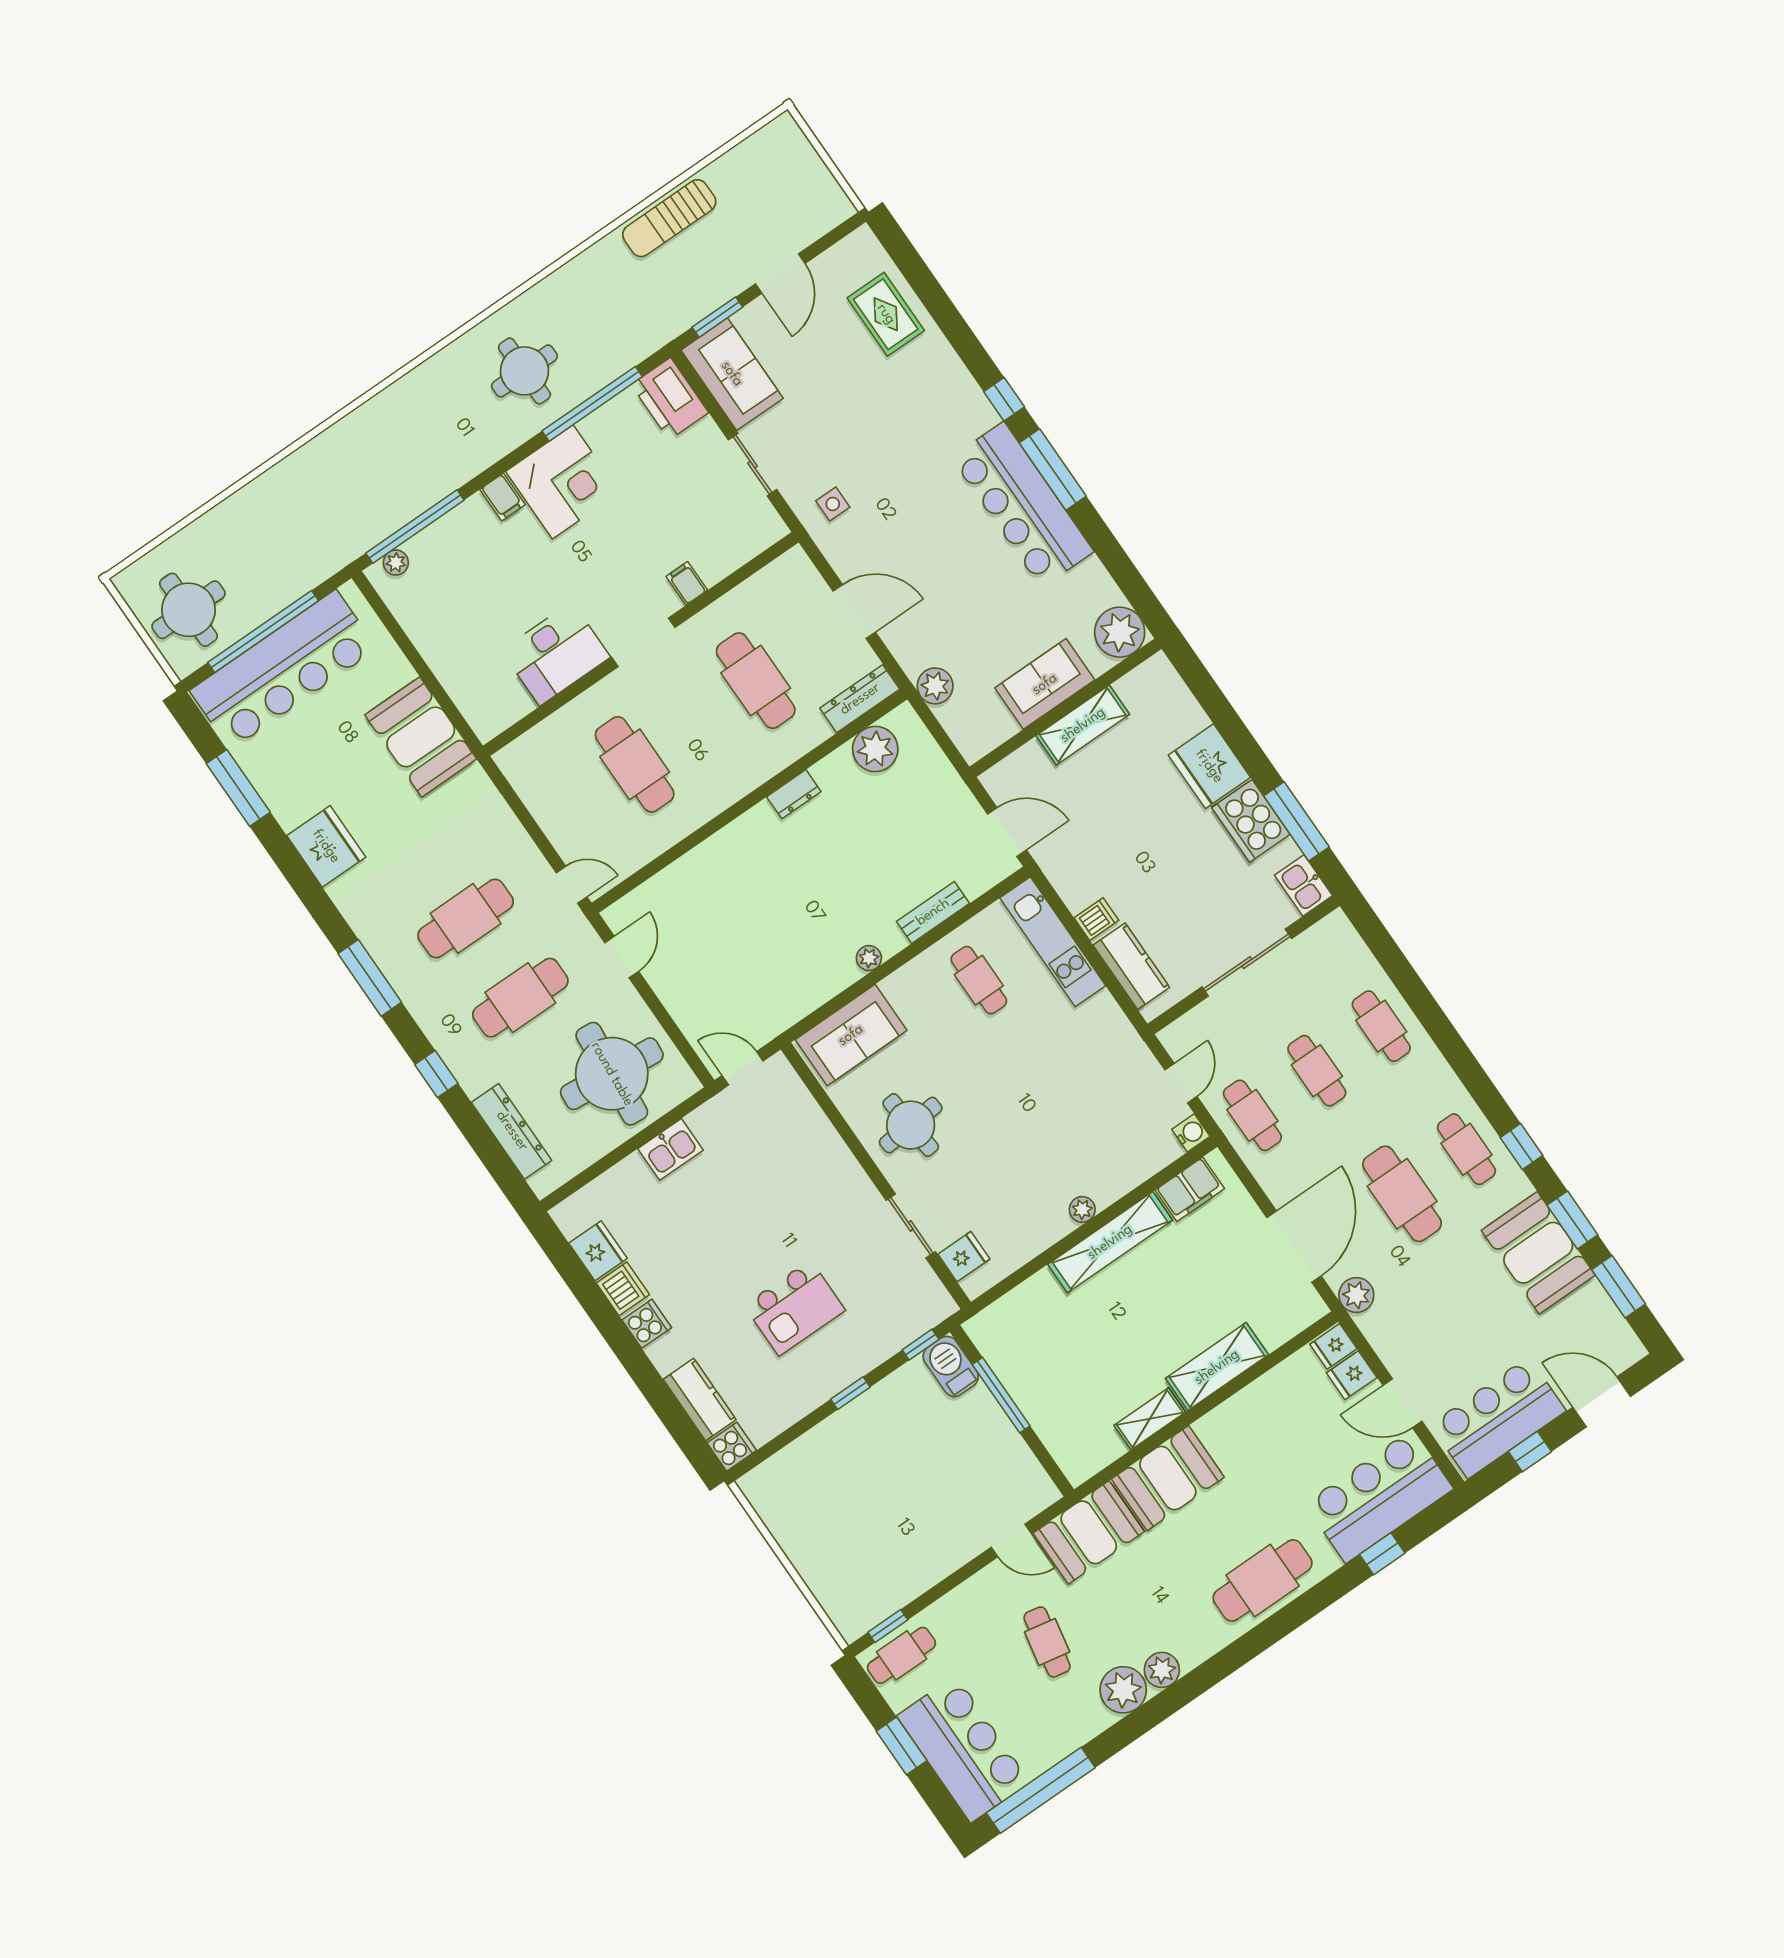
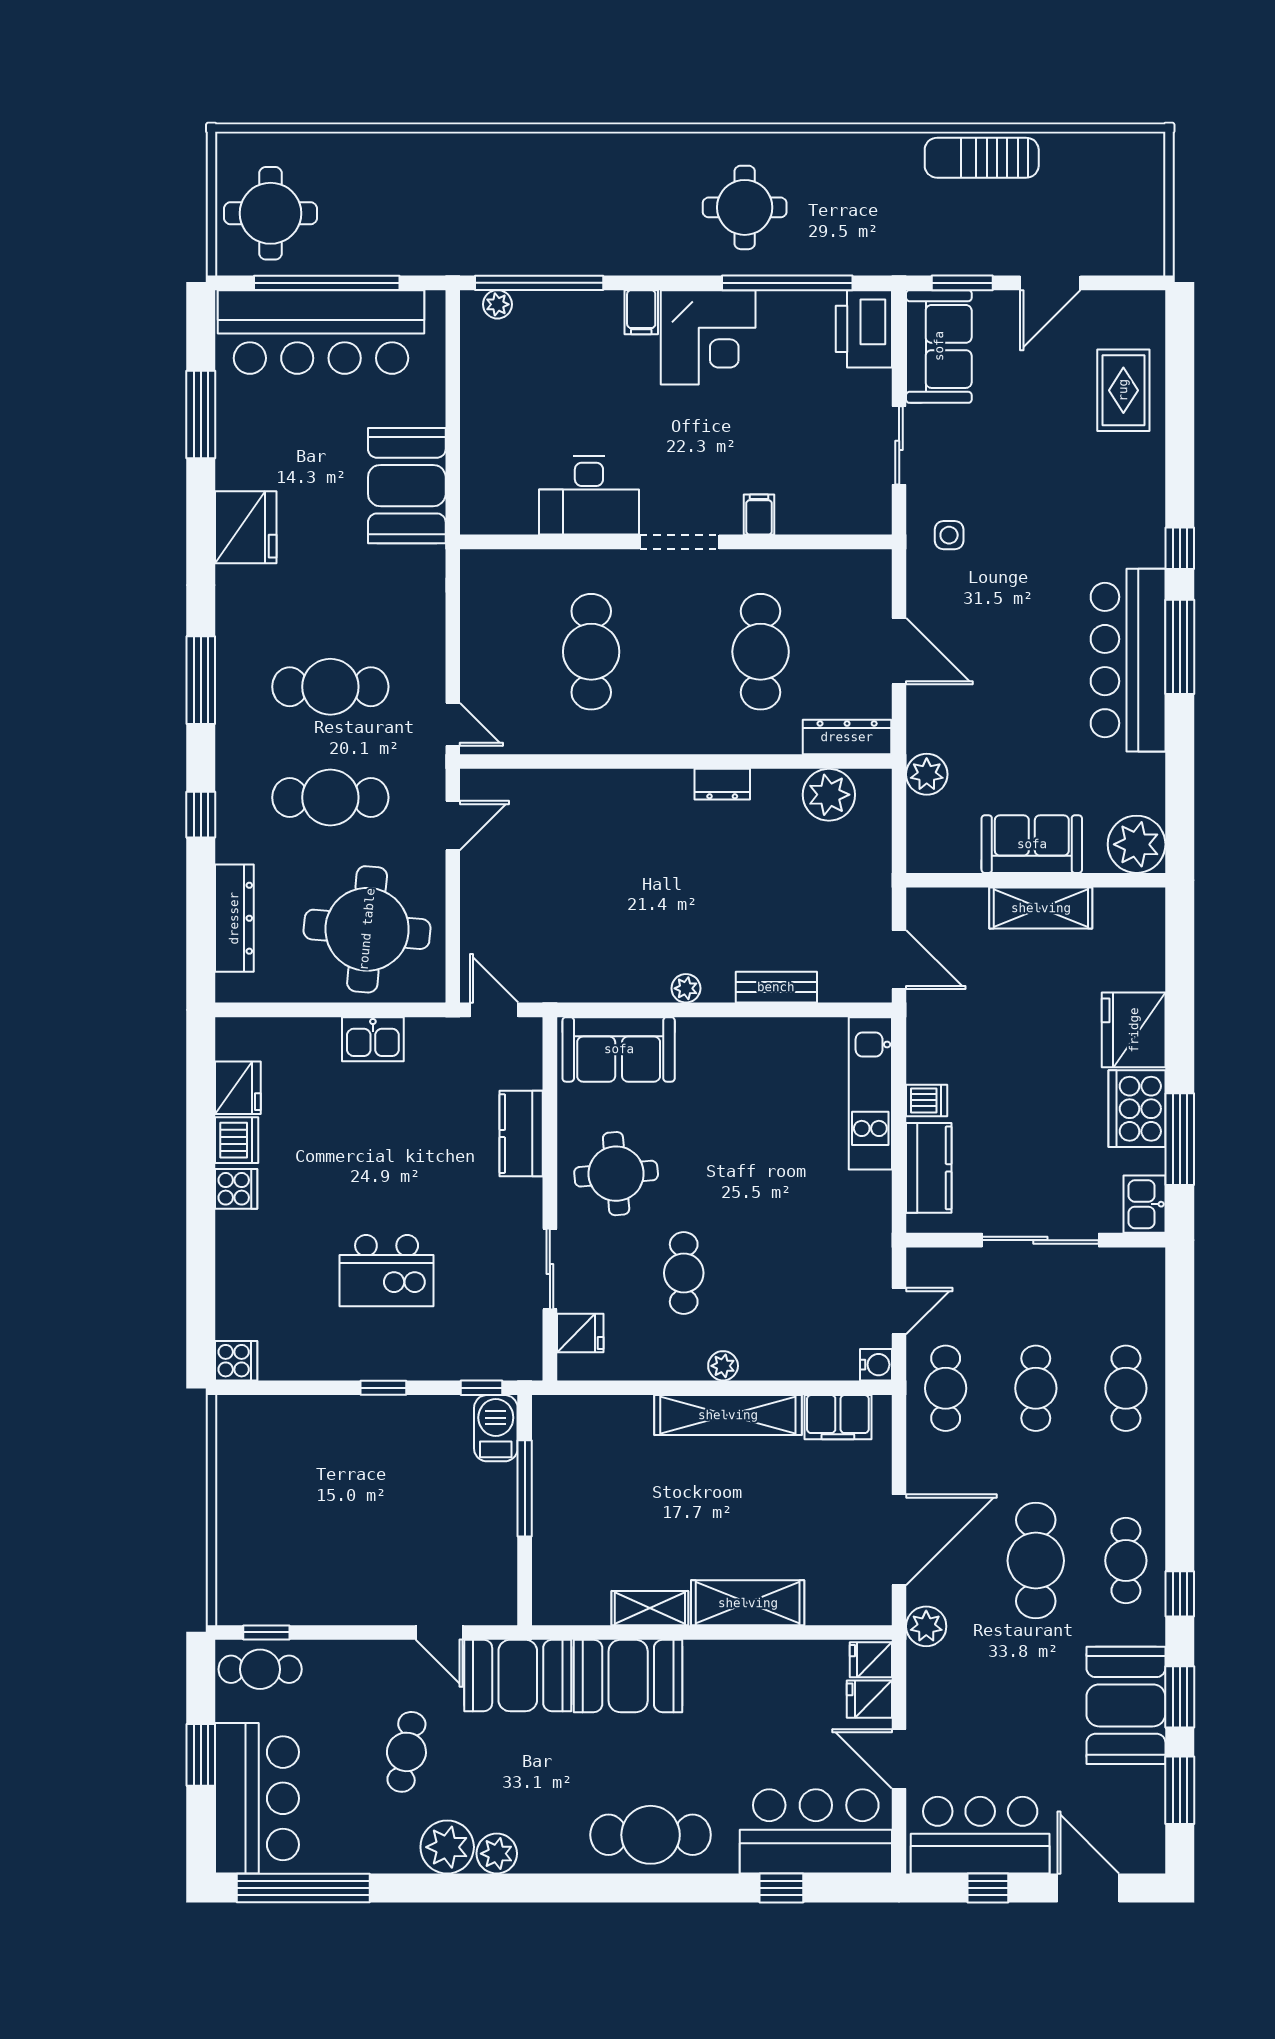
cafe table: (979, 980) -> (684, 1273), moved
kitchen counter: (700, 1400) -> (521, 1134), moved, turned 180

